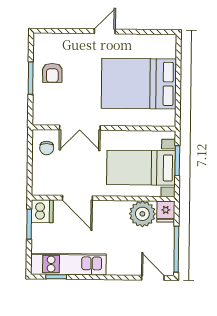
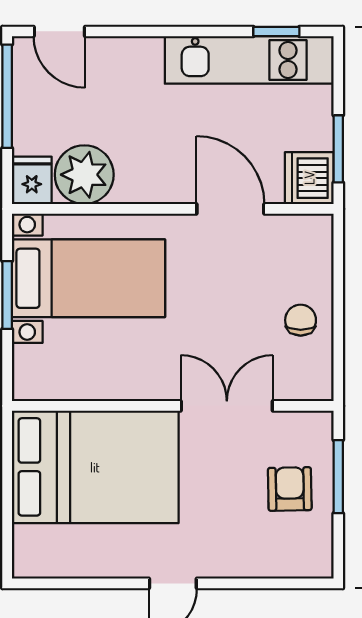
double door: (80, 128) -> (227, 406), moved
wall: (104, 128) -> (173, 406), moved

